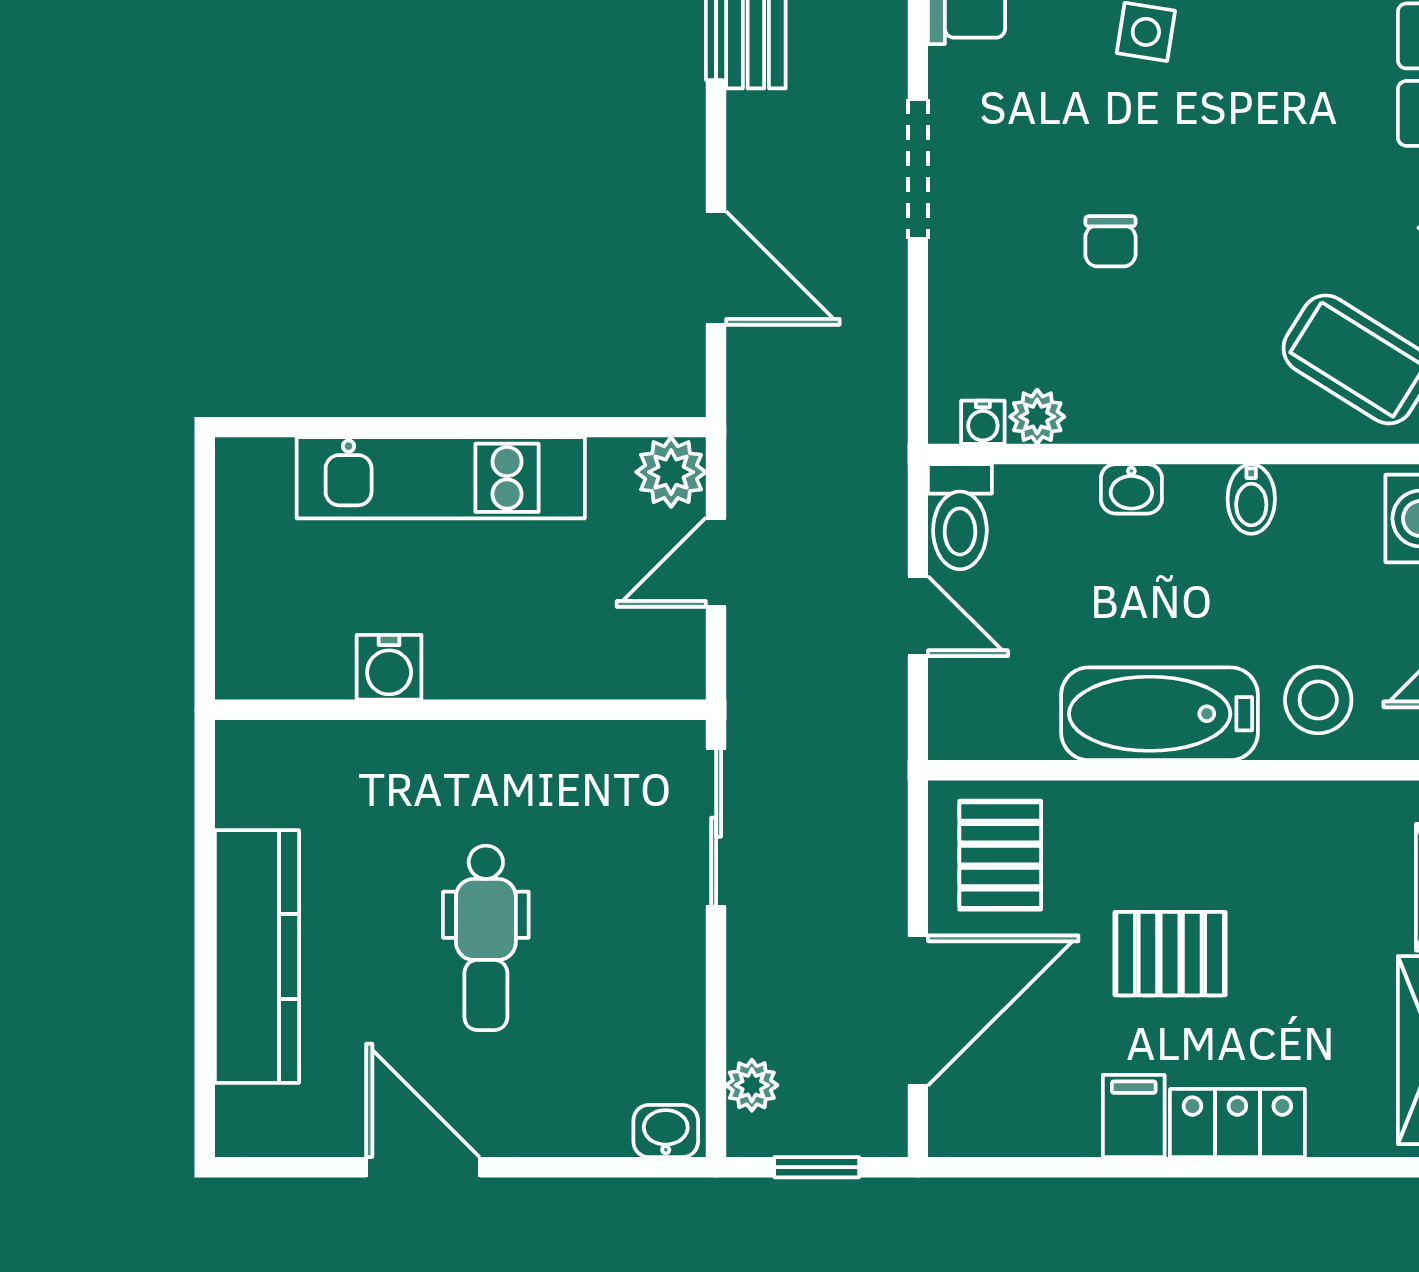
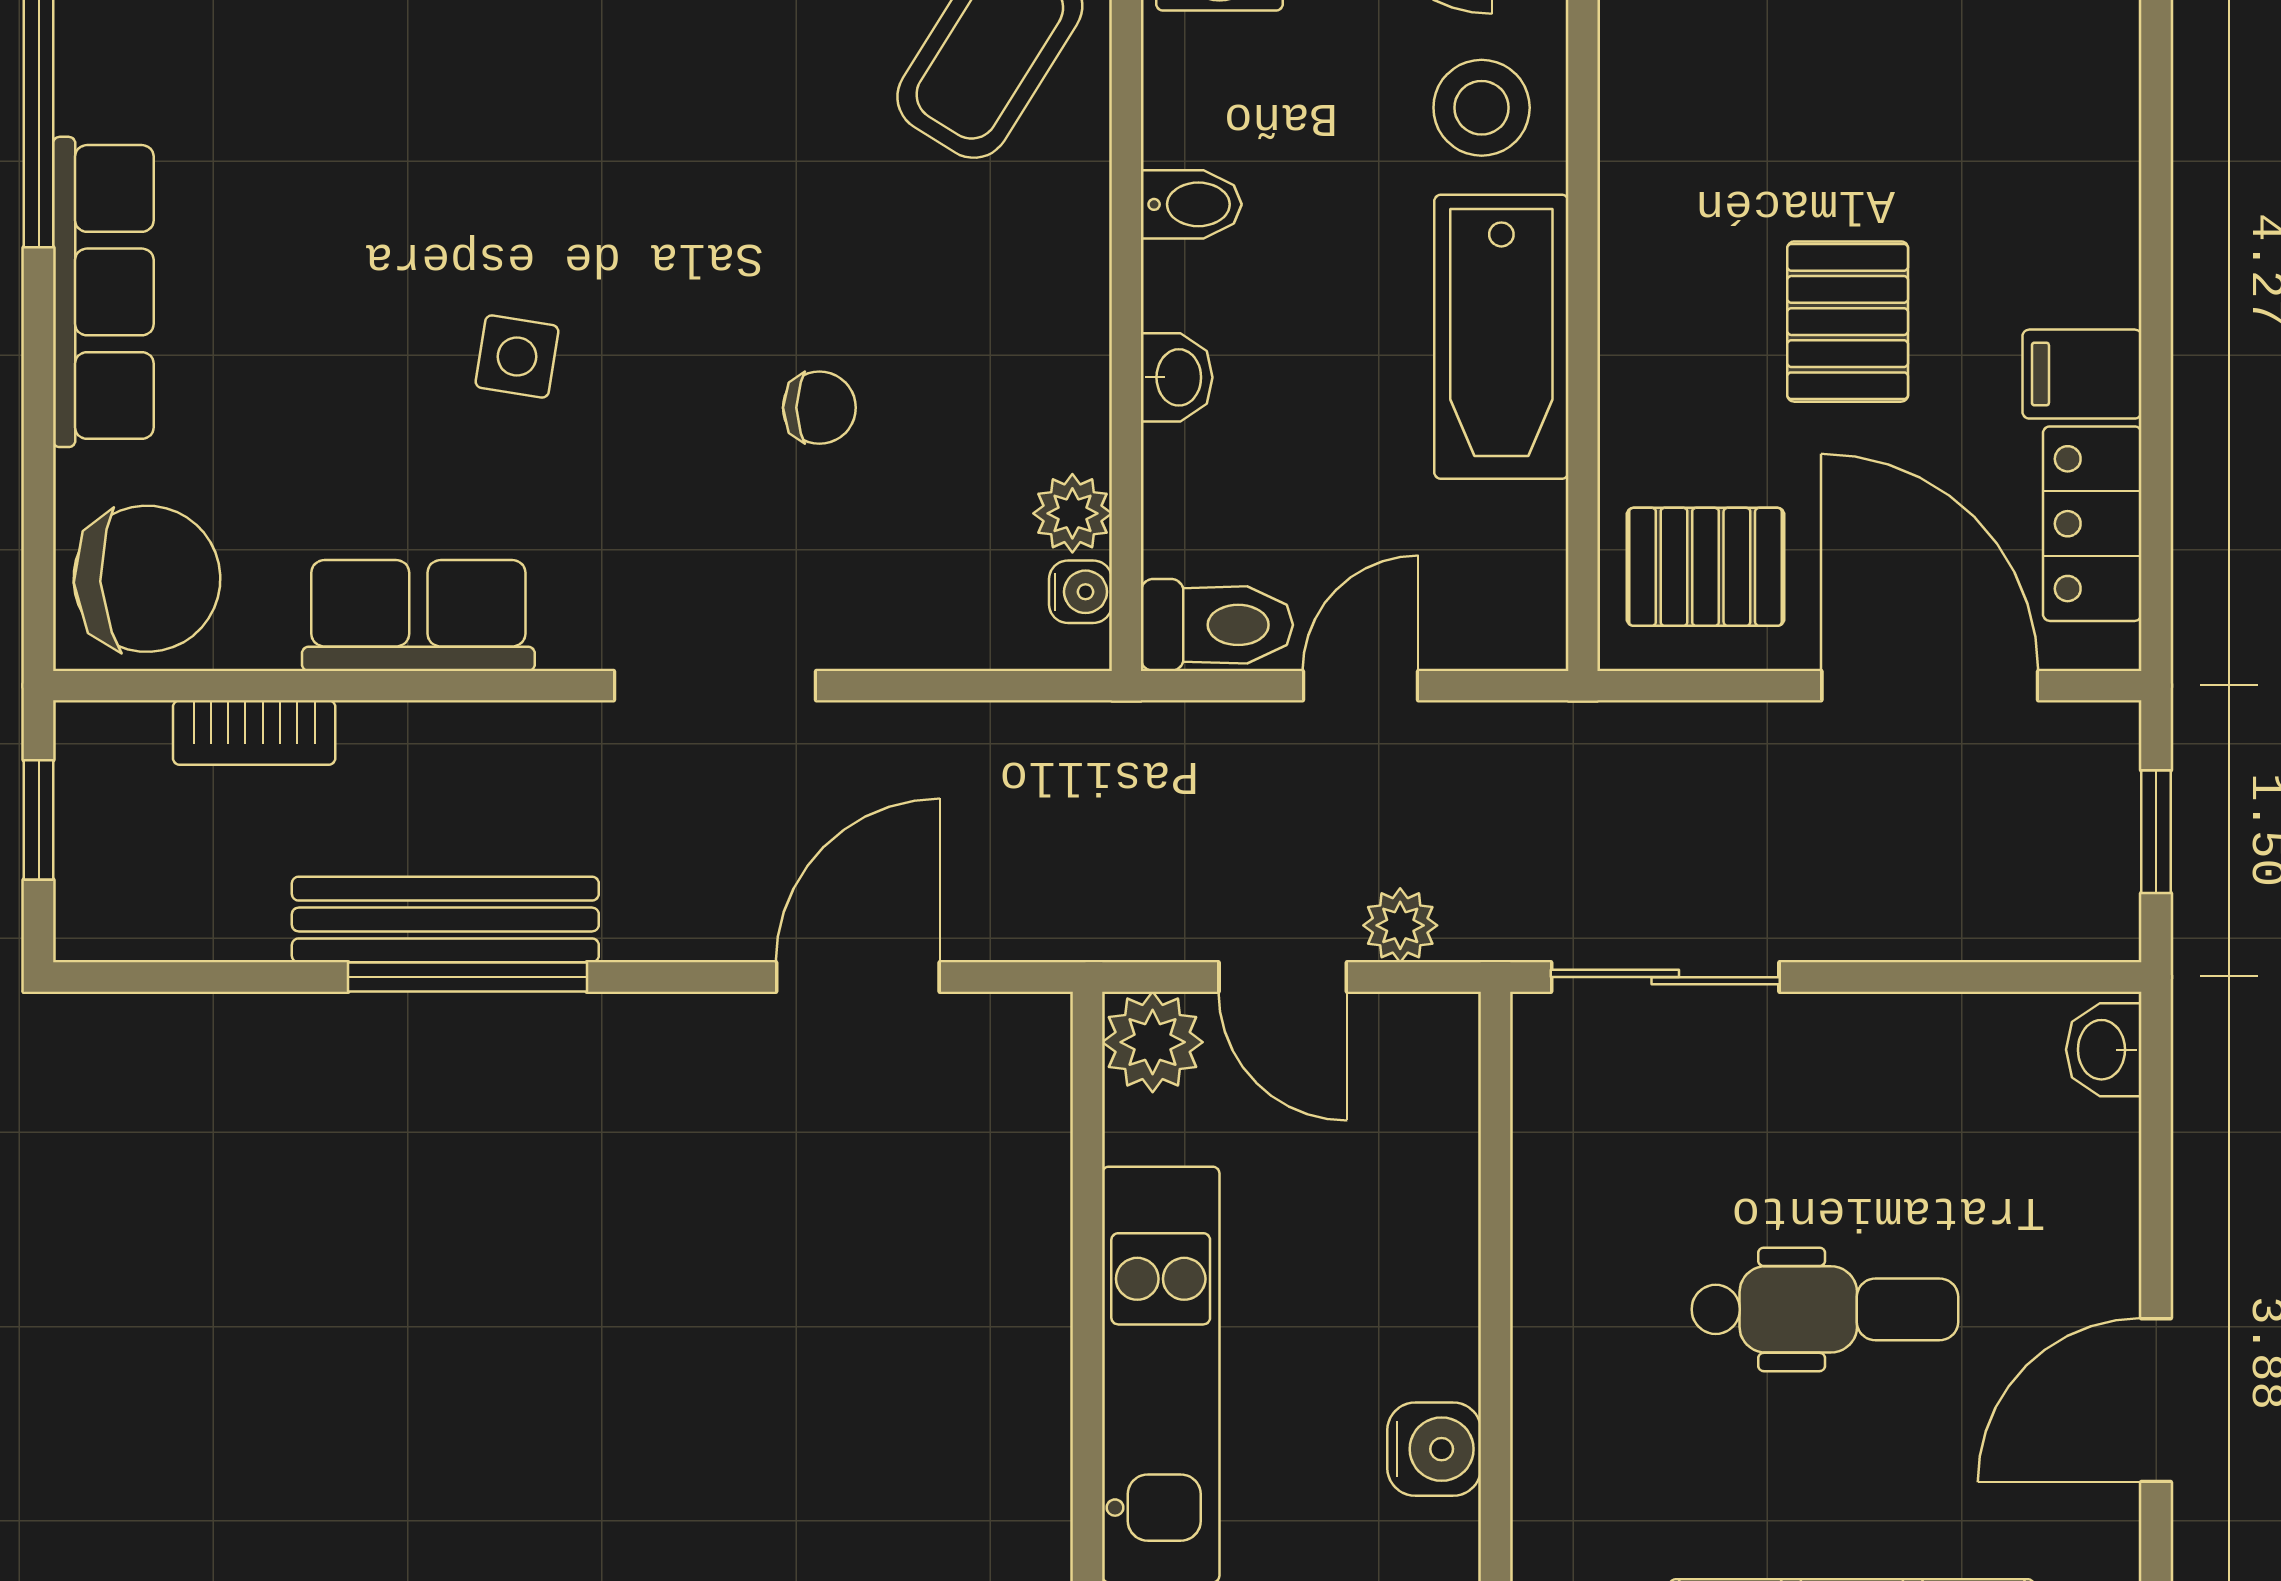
plant: (752, 1085) -> (1400, 925), moved
locker: (1237, 1123) -> (2092, 524), moved

